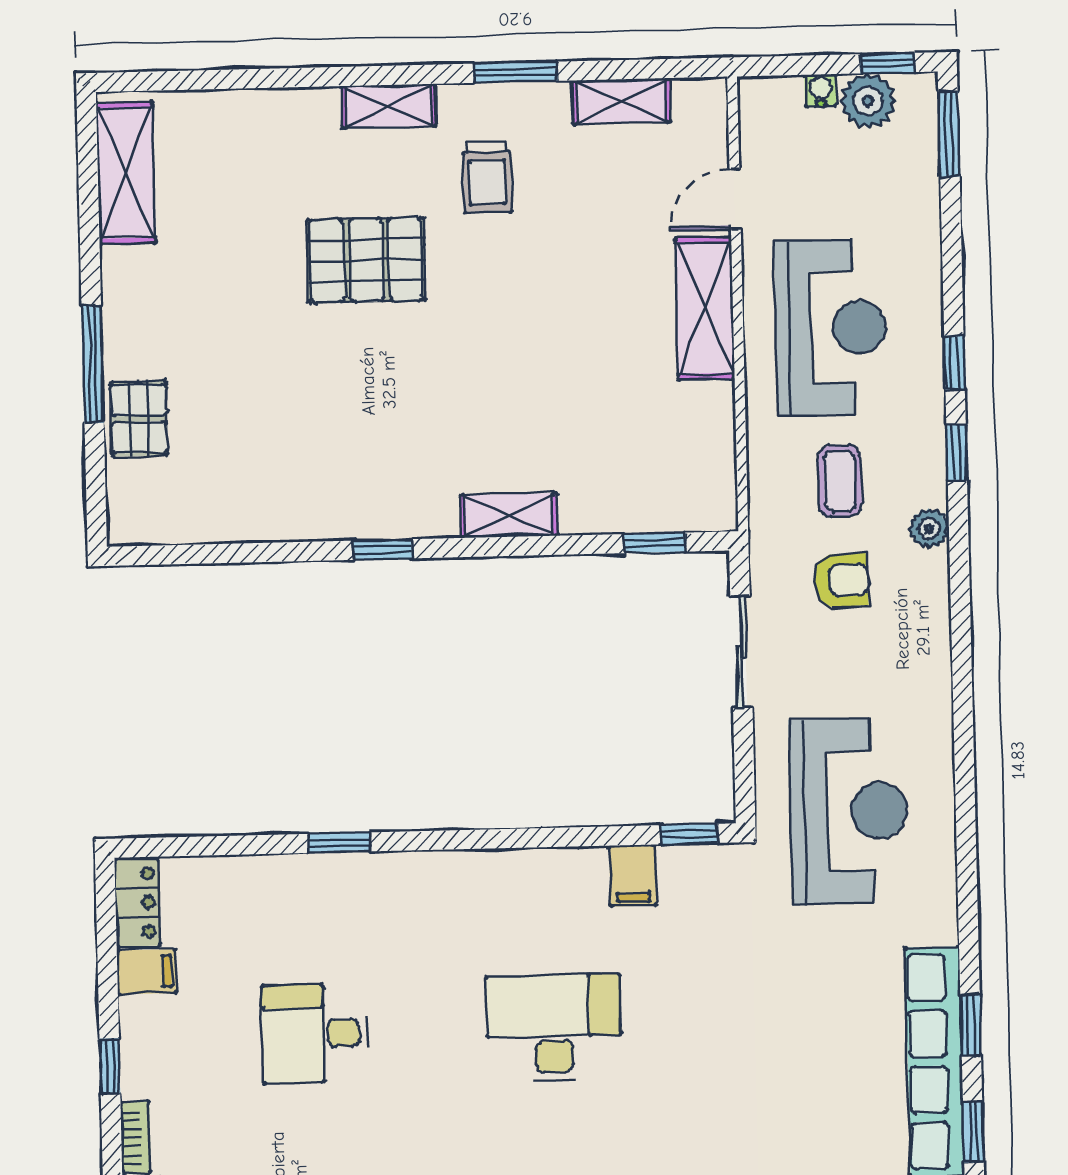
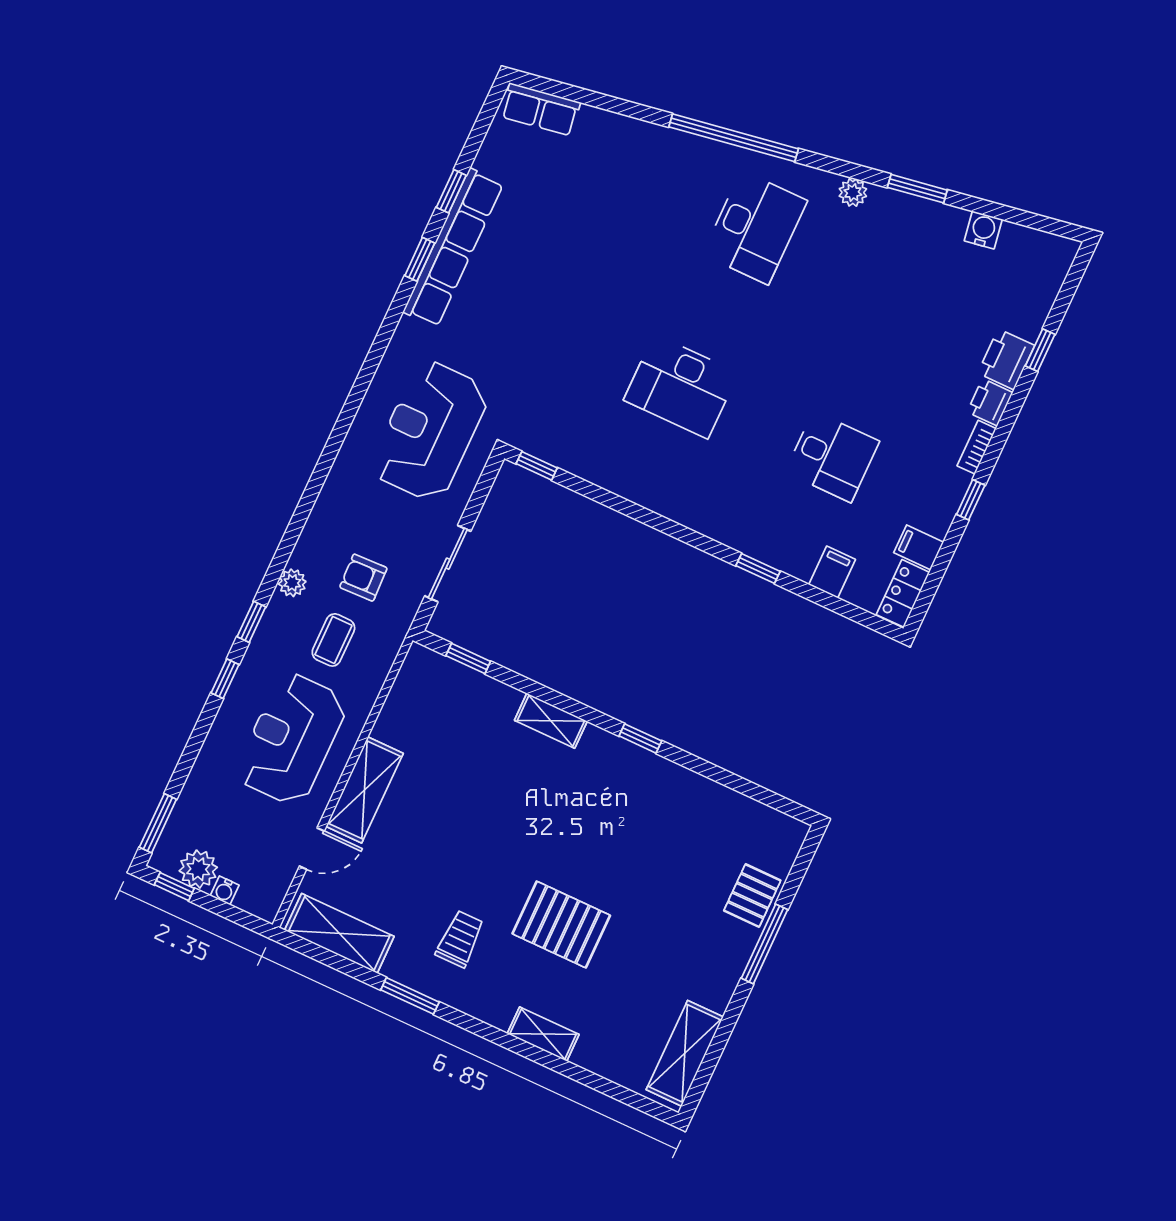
shelving: (621, 101) -> (339, 933), width x1.50, depth x1.33
shelving: (388, 106) -> (543, 1034), moved
filing cabinet: (633, 876) -> (832, 572), moved

